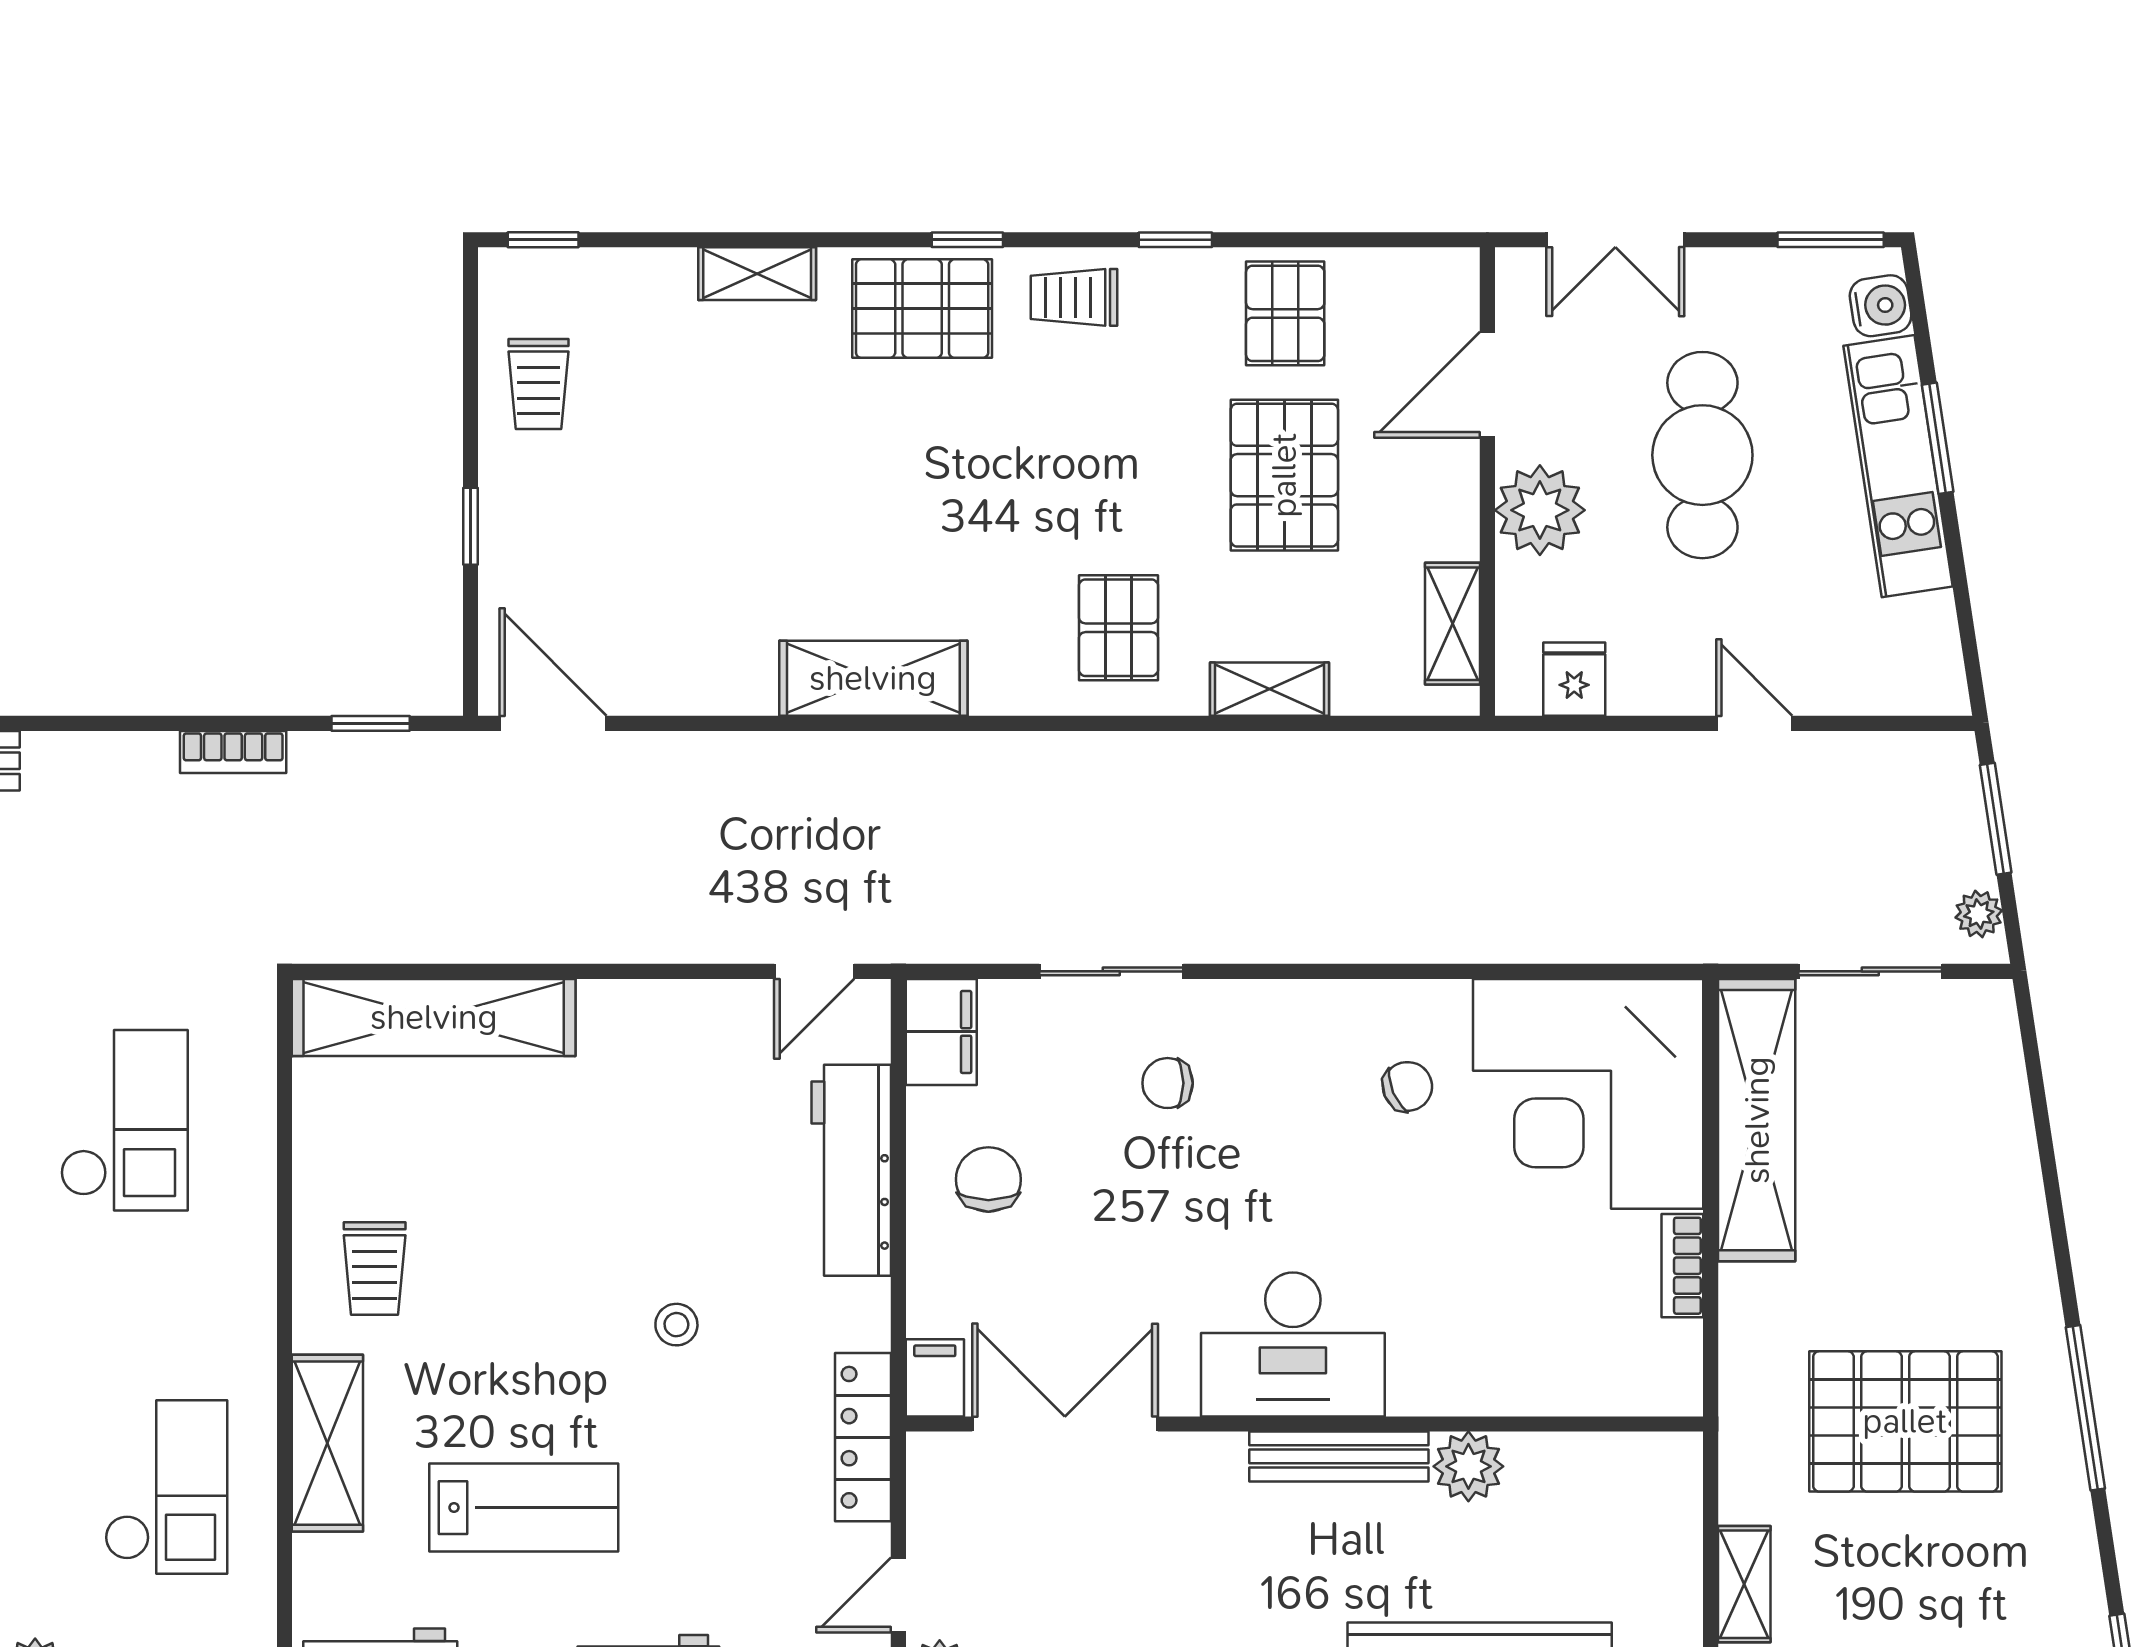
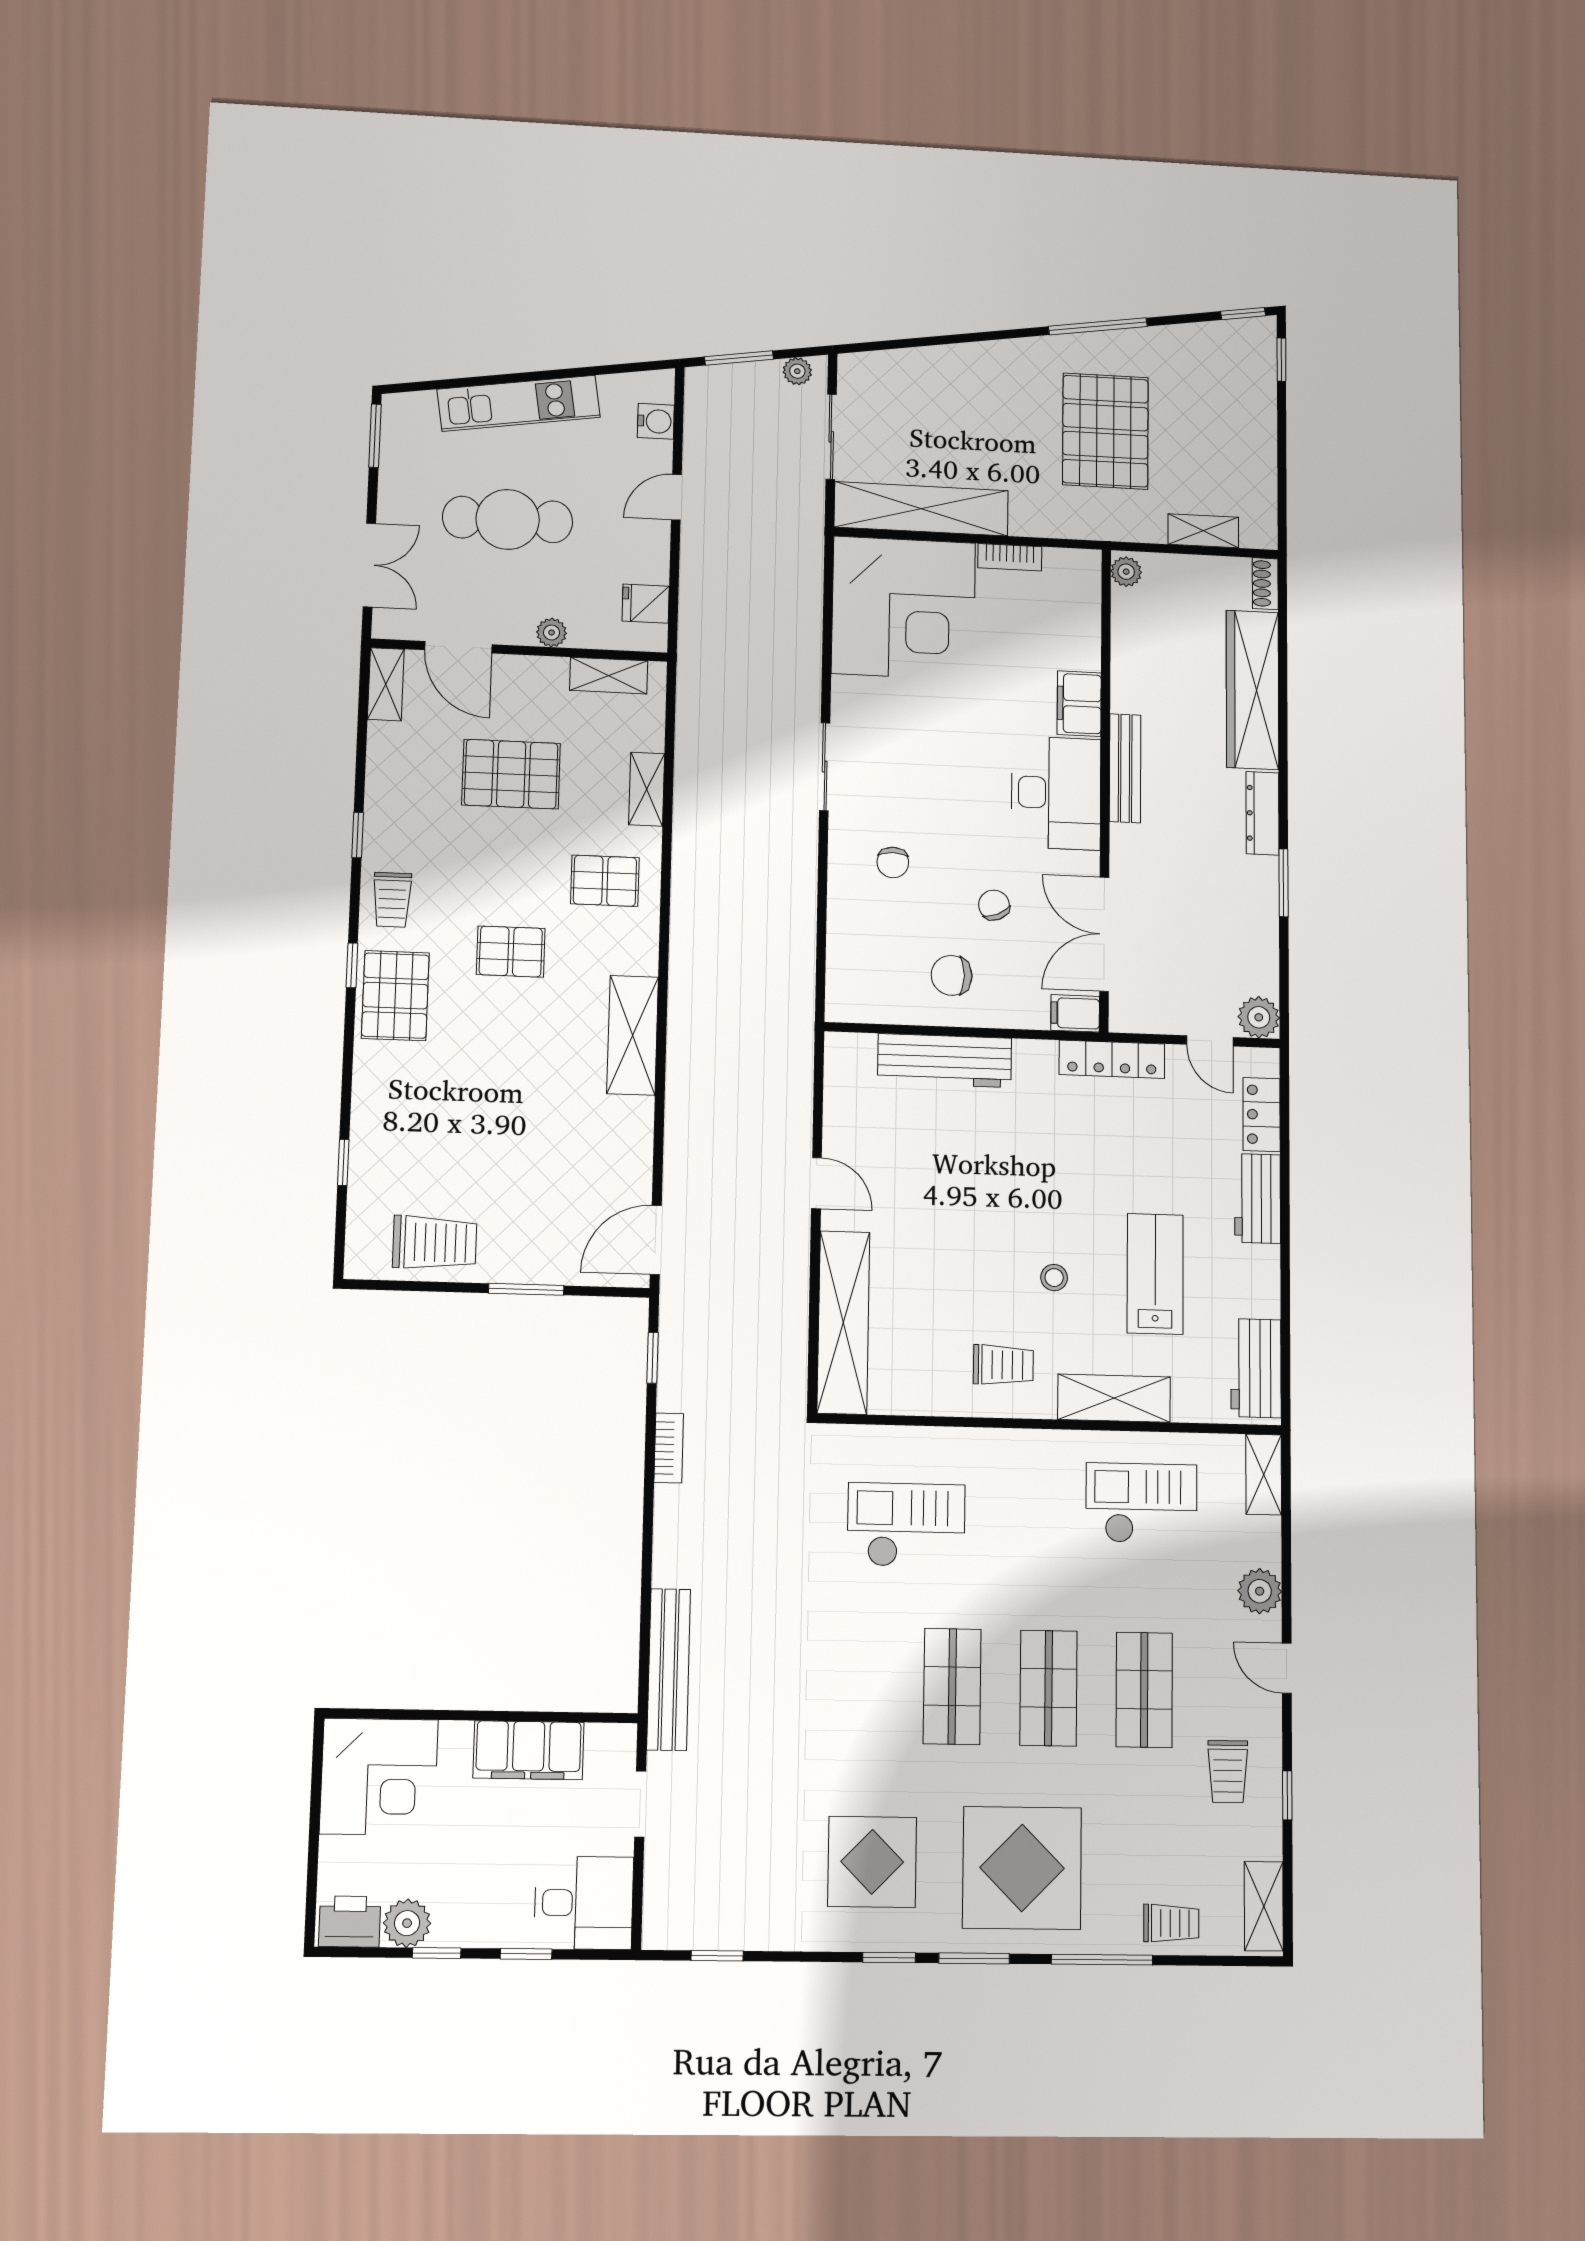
window: (543, 240) -> (343, 1162), moved
shelving: (757, 274) -> (386, 684), moved
water cooler: (1881, 306) -> (656, 421), moved, turned 99
pallet: (1285, 313) -> (511, 952), moved
trolley: (539, 384) -> (435, 1243), width x1.36, depth x1.39
window: (1938, 438) -> (502, 379), removed
plant: (1540, 510) -> (552, 633), width x0.53, depth x0.53
window: (471, 526) -> (526, 1289), width x1.50
door: (814, 971) -> (817, 1183), moved
sliding door: (1111, 971) -> (825, 767), moved
filing cabinet: (941, 1032) -> (1079, 704), moved, turned -90
chair: (1407, 1086) -> (994, 905), moved
stool: (676, 1325) -> (1054, 1278), moved
plant: (1468, 1466) -> (1126, 572), moved, width x0.73, depth x0.73

